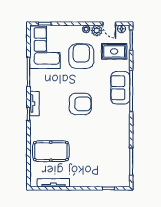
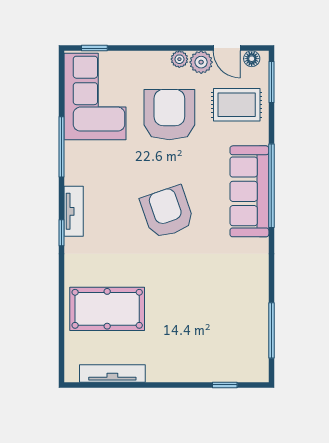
sofa: (120, 88) -> (249, 191), width x1.36
armchair: (80, 104) -> (167, 212), turned -109

